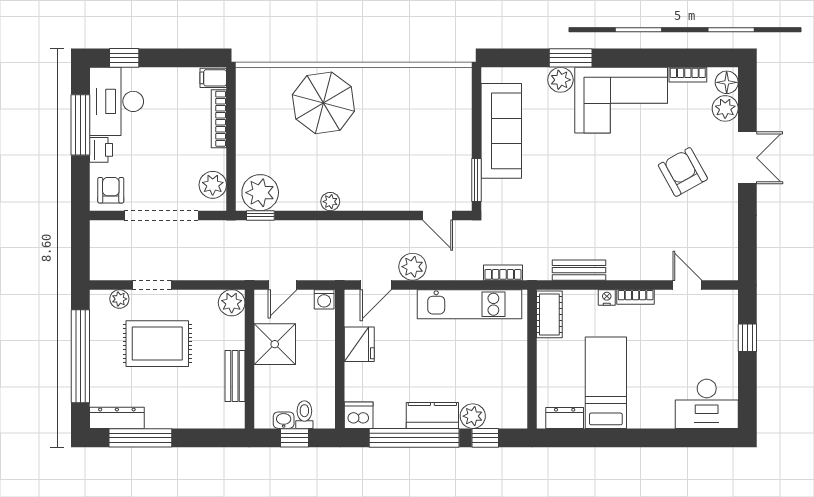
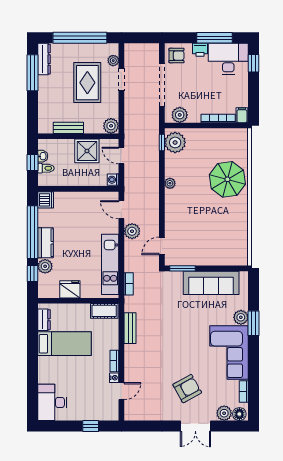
nightstand: (607, 297) -> (114, 378), moved
fridge: (359, 344) -> (70, 289), moved, turned 180

